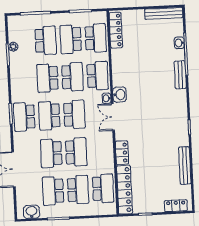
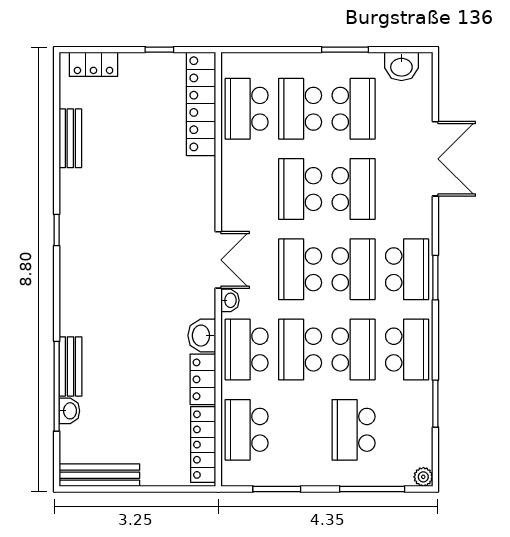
school desk: (71, 39) -> (407, 350), moved
plant: (13, 47) -> (423, 477), moved
bench: (180, 75) -> (70, 366), moved
washbasin: (120, 95) -> (202, 336), moved
locker: (122, 153) -> (203, 379), moved
bench: (185, 166) -> (70, 138), width x0.73

